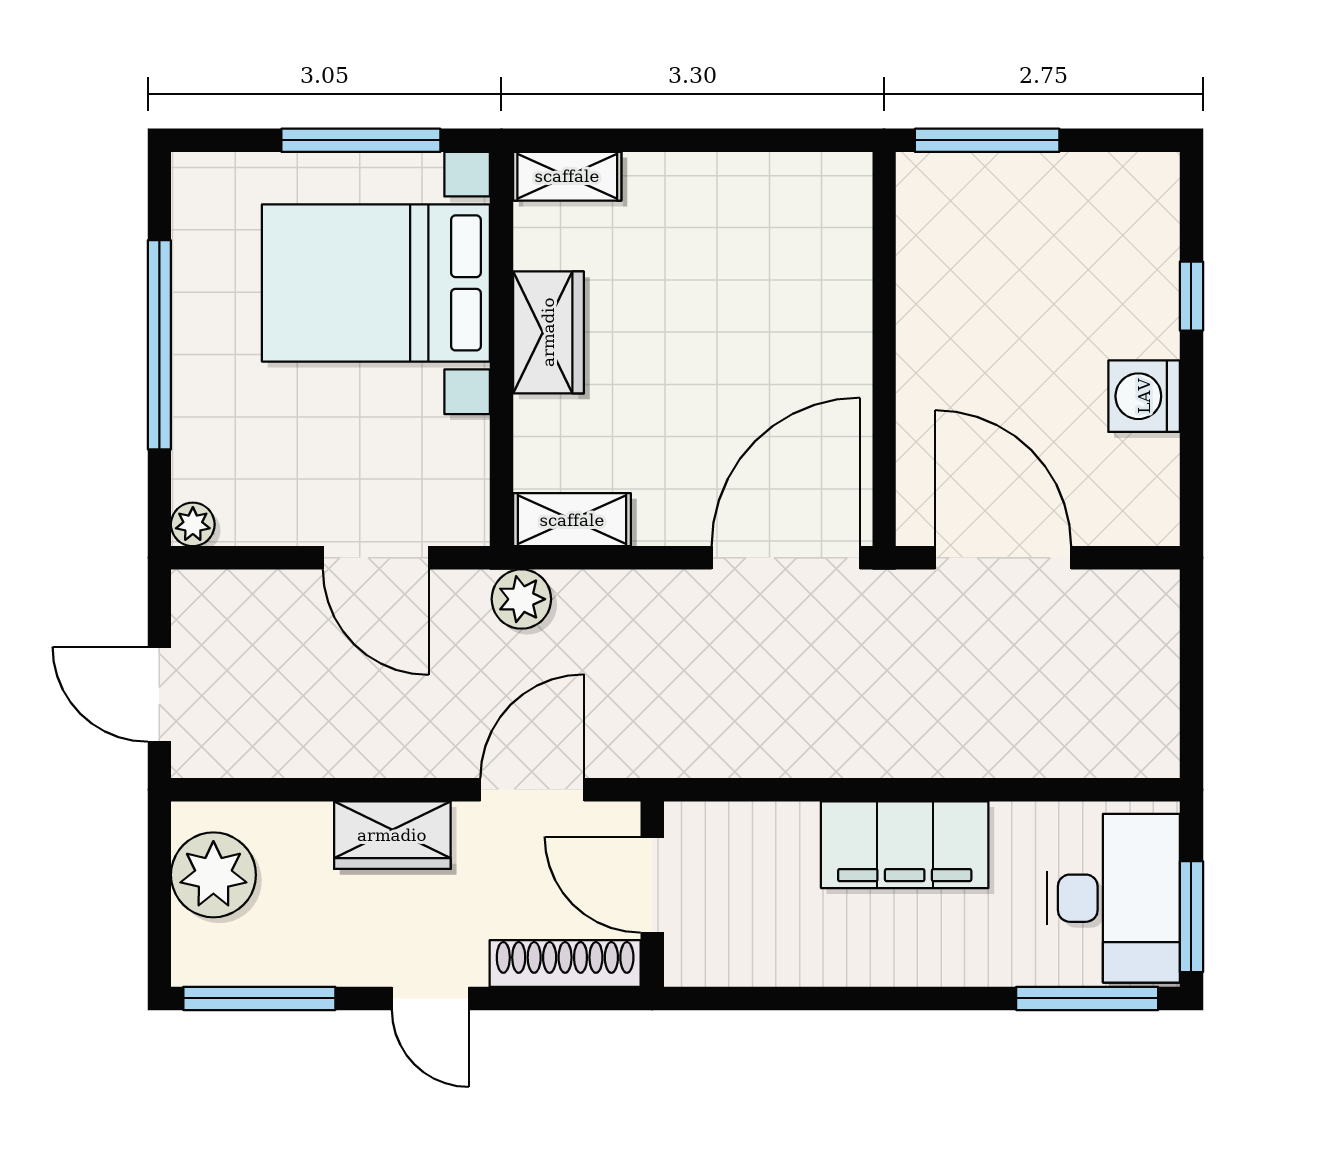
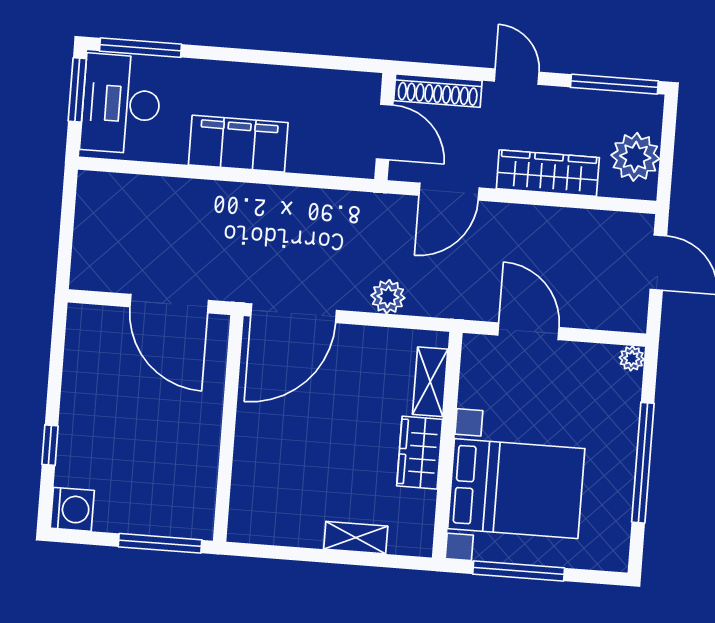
shelving: (567, 176) -> (356, 538), moved
washing machine: (1144, 396) -> (72, 509), moved
shelving: (572, 520) -> (430, 382), moved, turned 90
plant: (521, 599) -> (388, 297), moved
wardrobe: (392, 835) -> (548, 173), width x1.50

